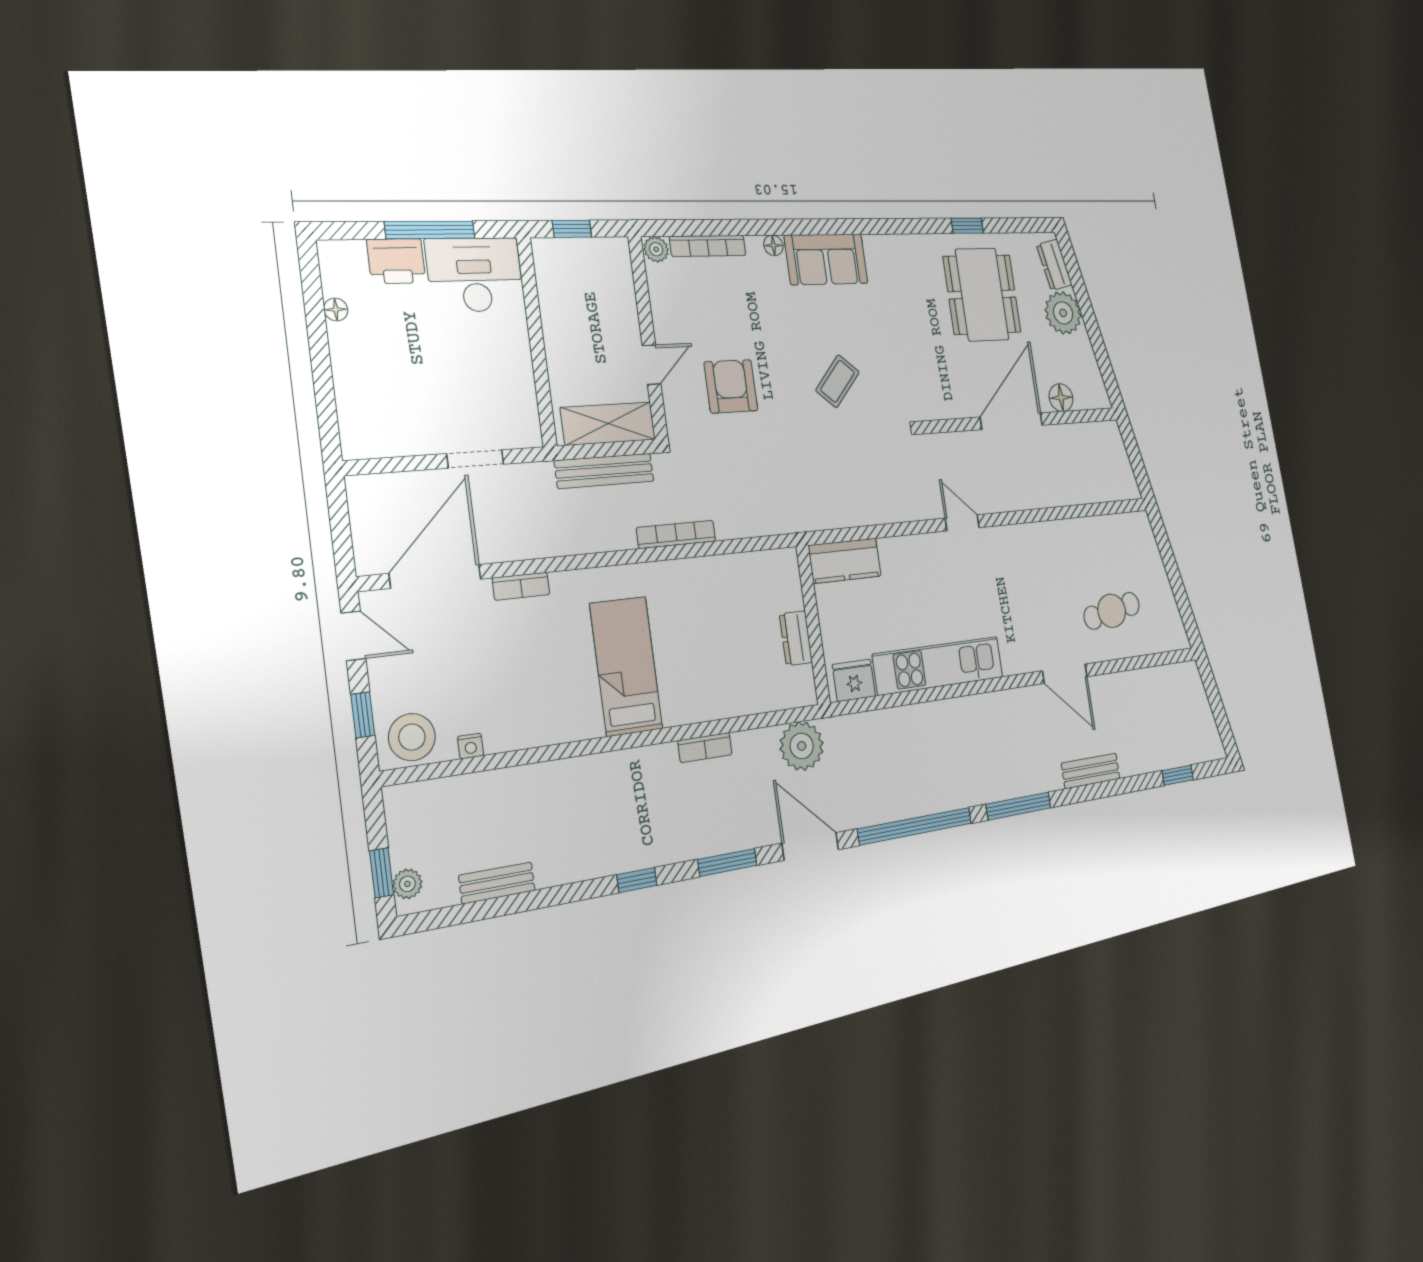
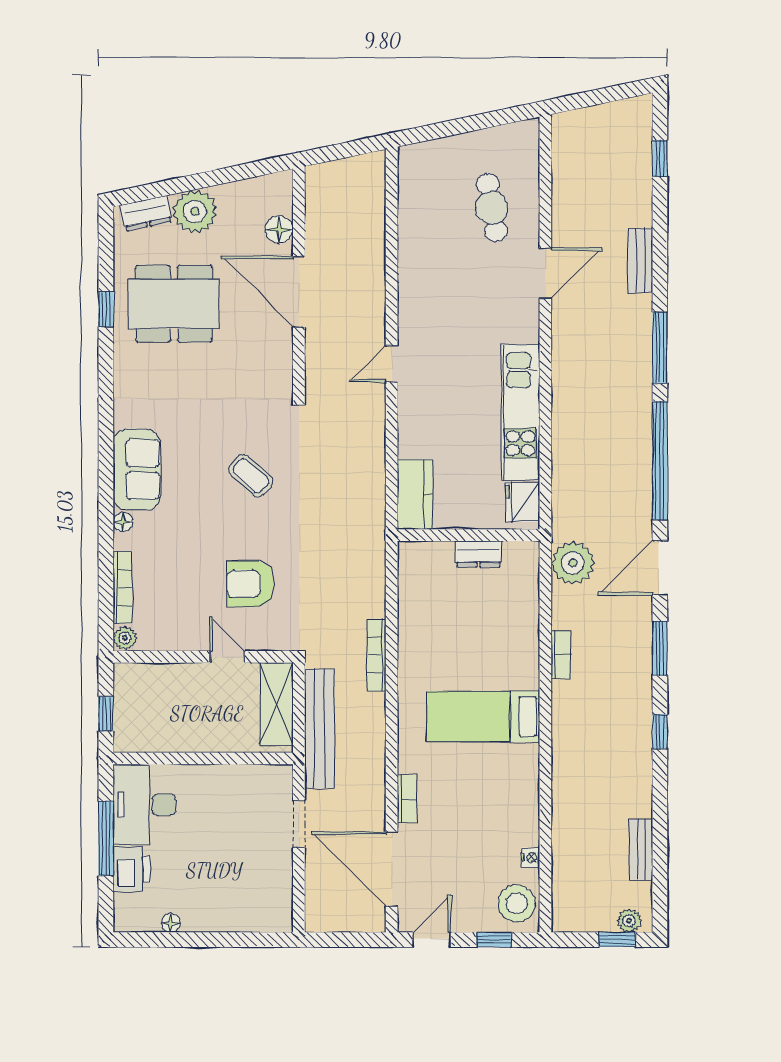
bench: (604, 471) -> (319, 729), width x1.37, depth x1.21

